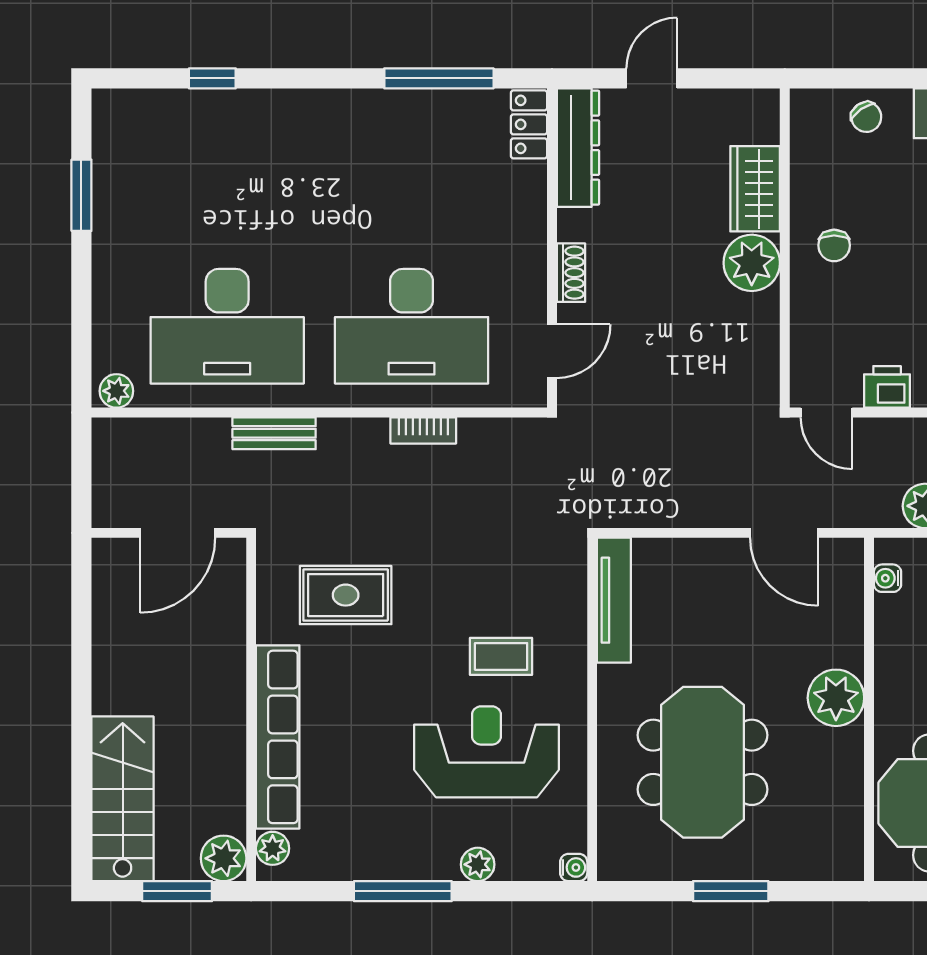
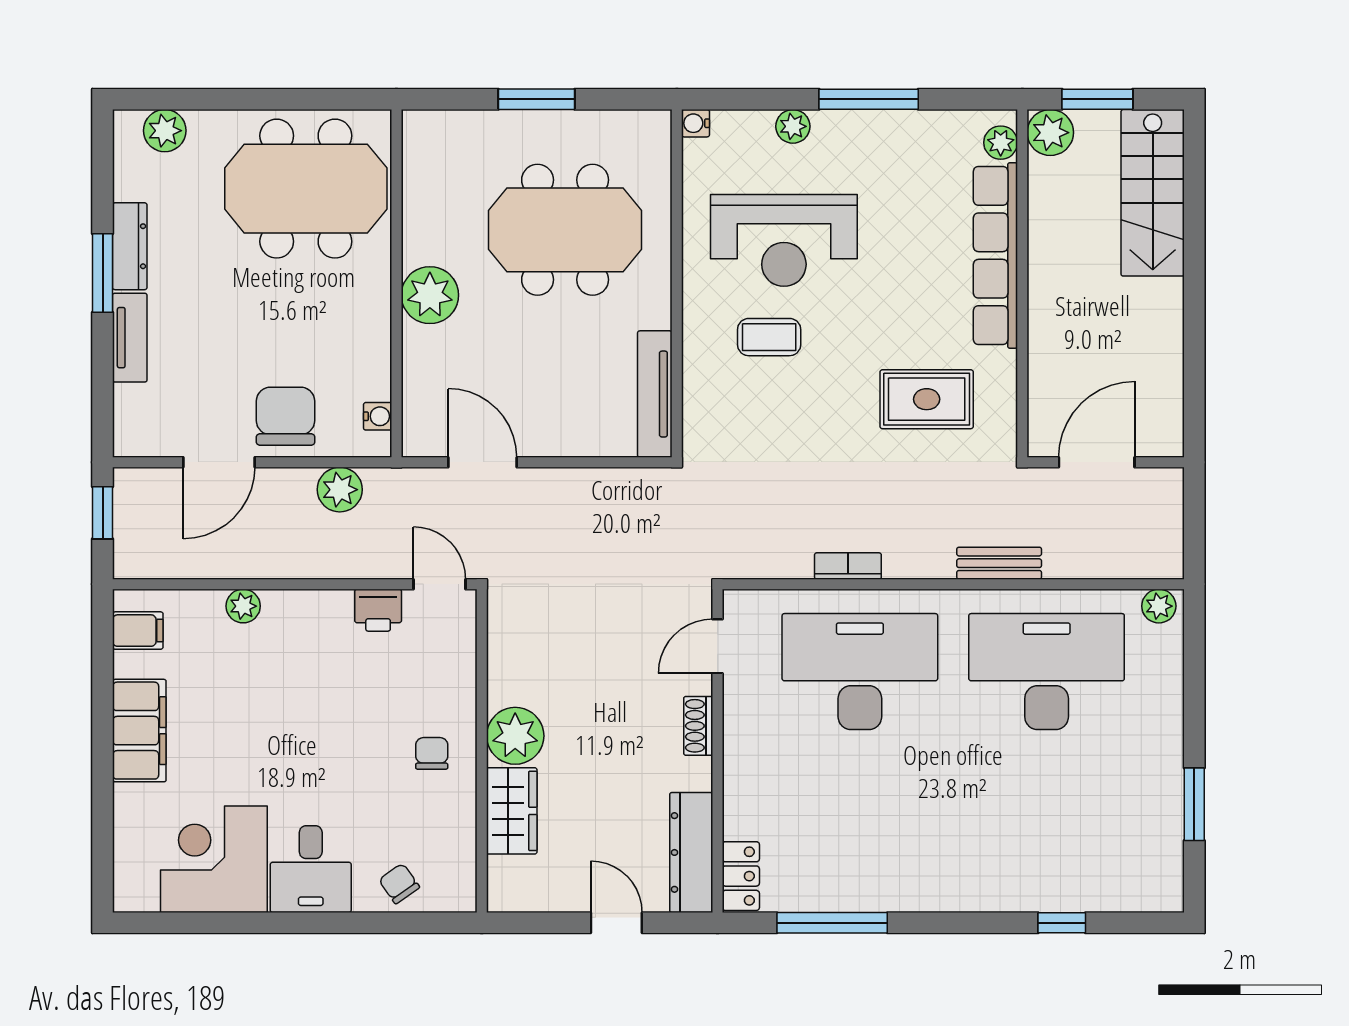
door: (652, 78) -> (616, 923), swing flipped
meeting table: (703, 762) -> (565, 230), turned 90

